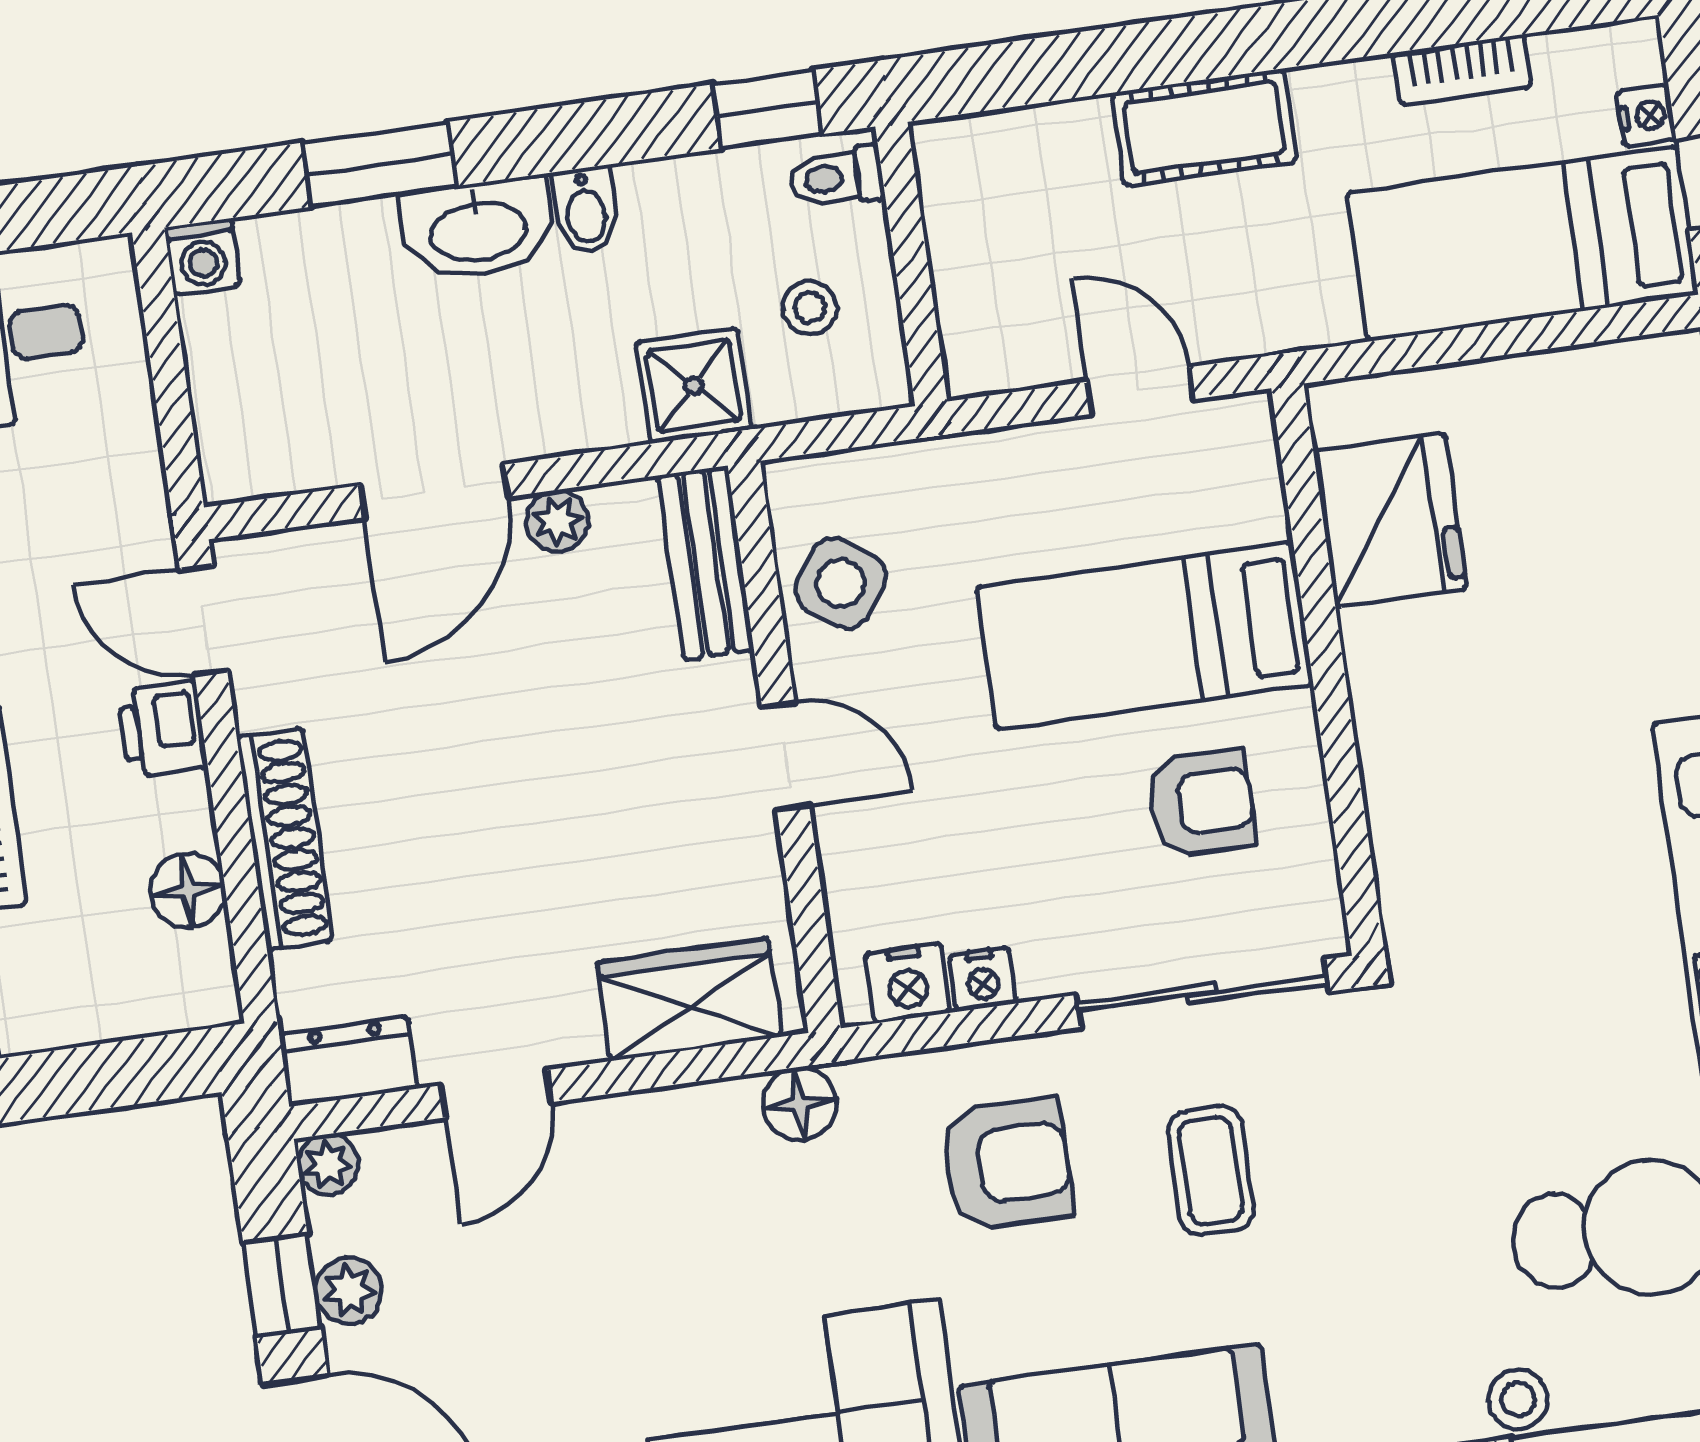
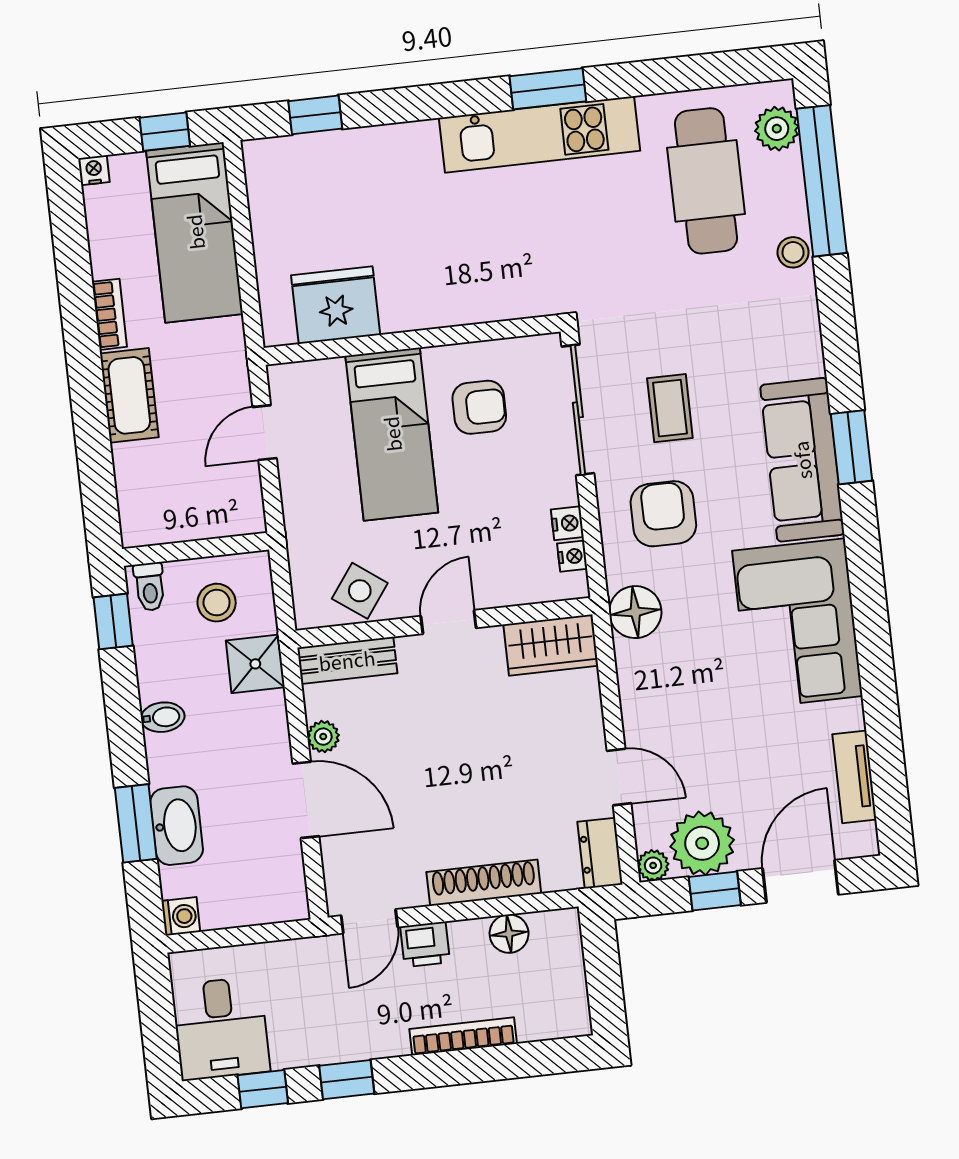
bookcase: (1462, 70) -> (109, 314), moved
nightstand: (1646, 116) -> (94, 170), moved
washbasin: (478, 229) -> (177, 826), moved
stool: (810, 308) -> (217, 603), width x1.37, depth x1.37
armchair: (1201, 803) -> (479, 407), turned 90
nightstand: (908, 983) -> (572, 556), width x0.72, depth x0.74
wardrobe: (689, 999) -> (551, 645), moved, turned -90
floor lamp: (800, 1104) -> (635, 612), width x1.38, depth x1.38
coffee table: (1211, 1171) -> (670, 408), turned 90
plant: (349, 1290) -> (702, 843), width x1.88, depth x1.88

